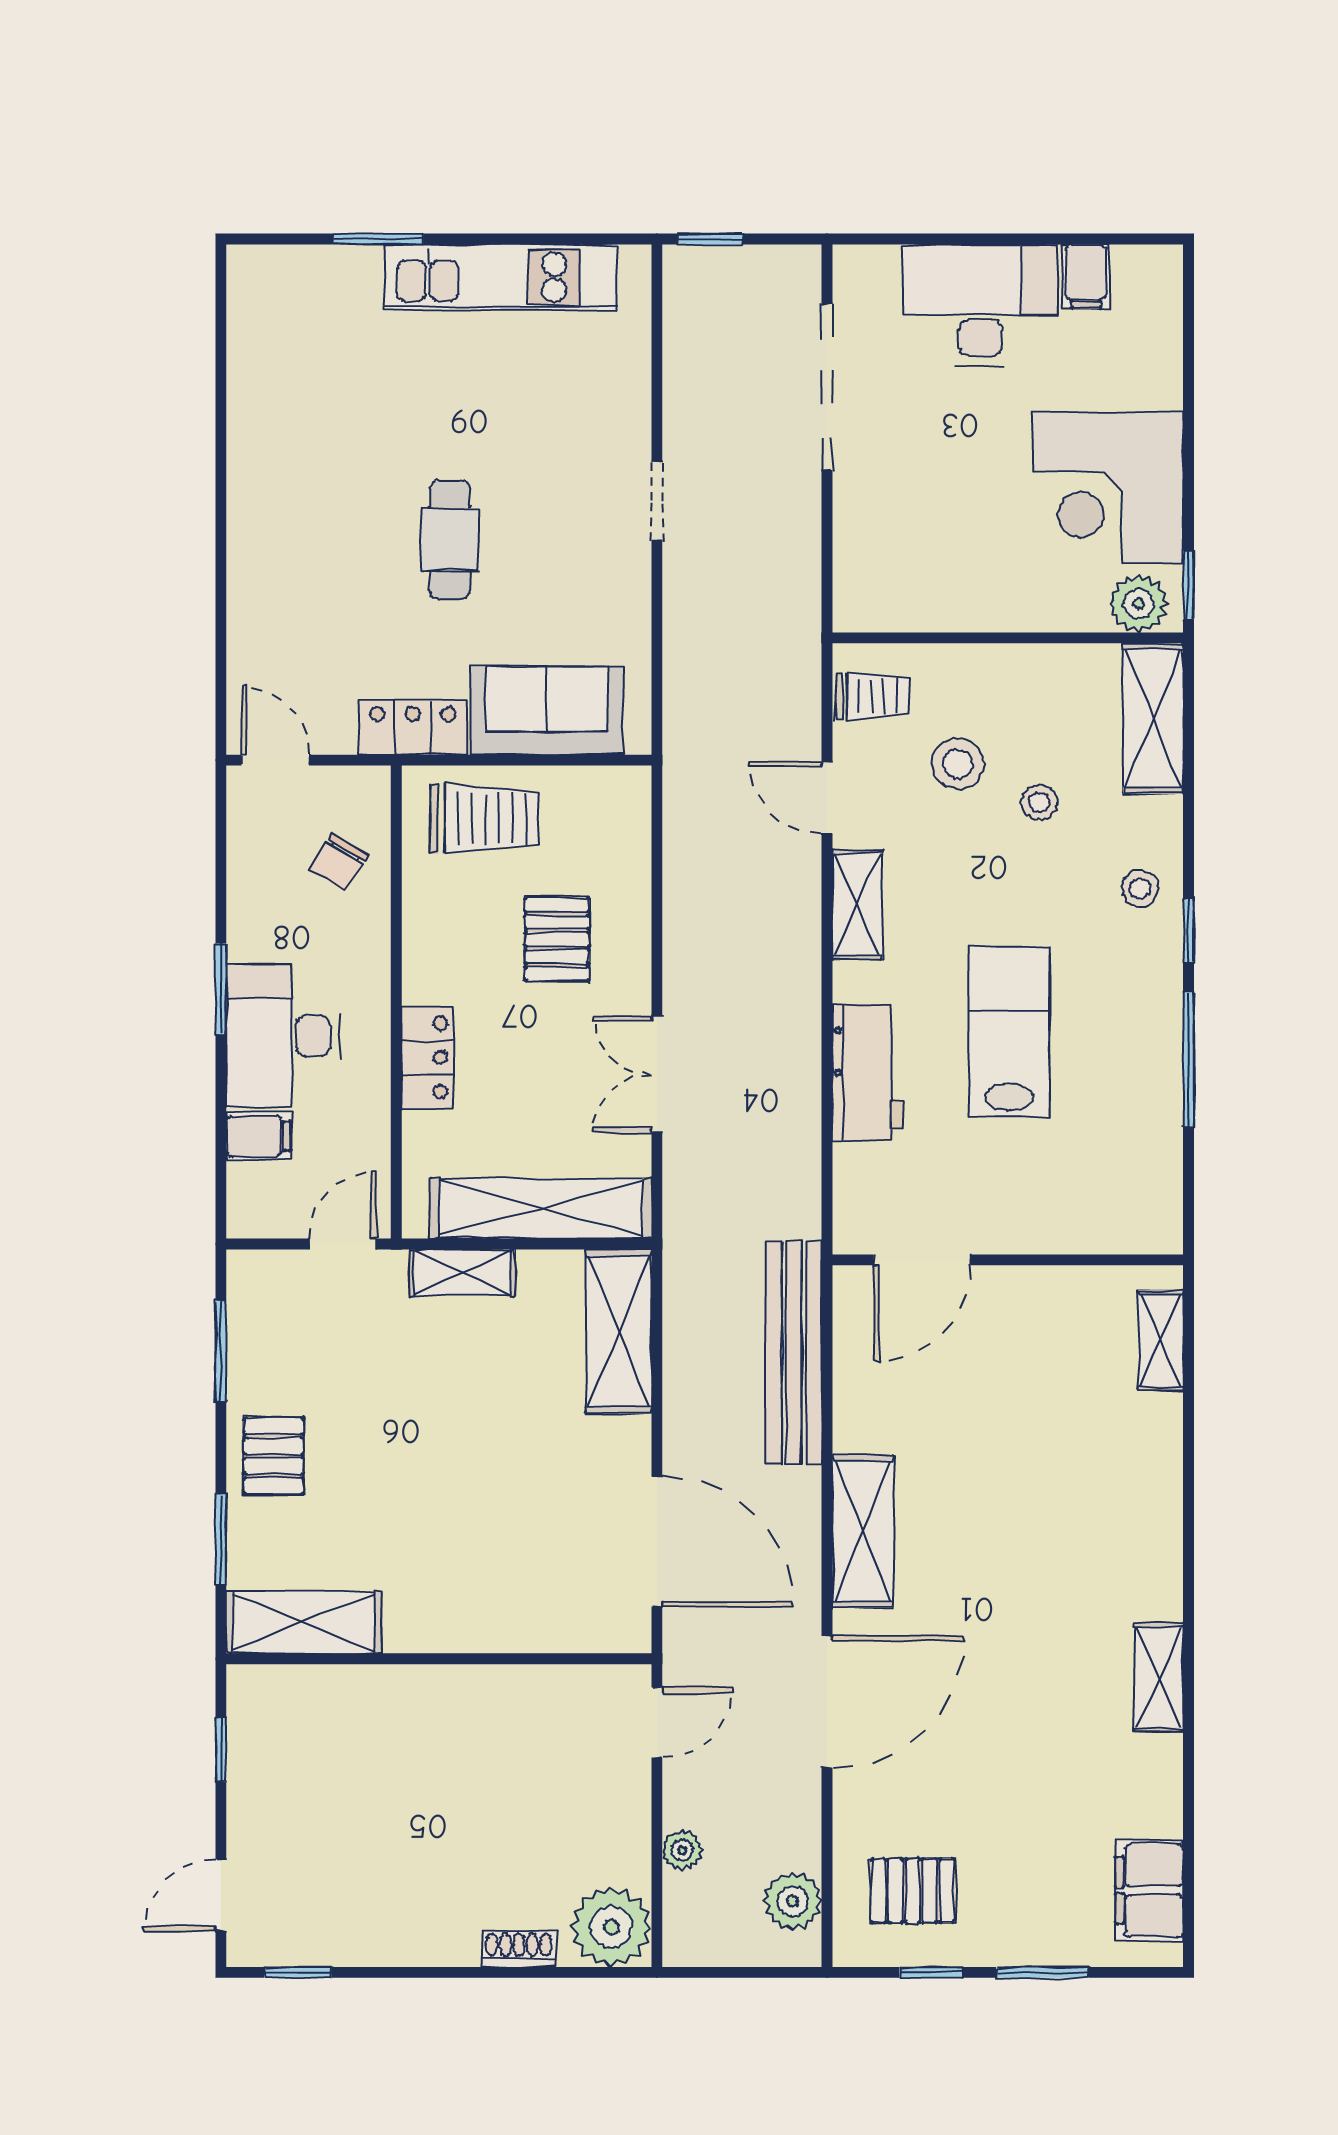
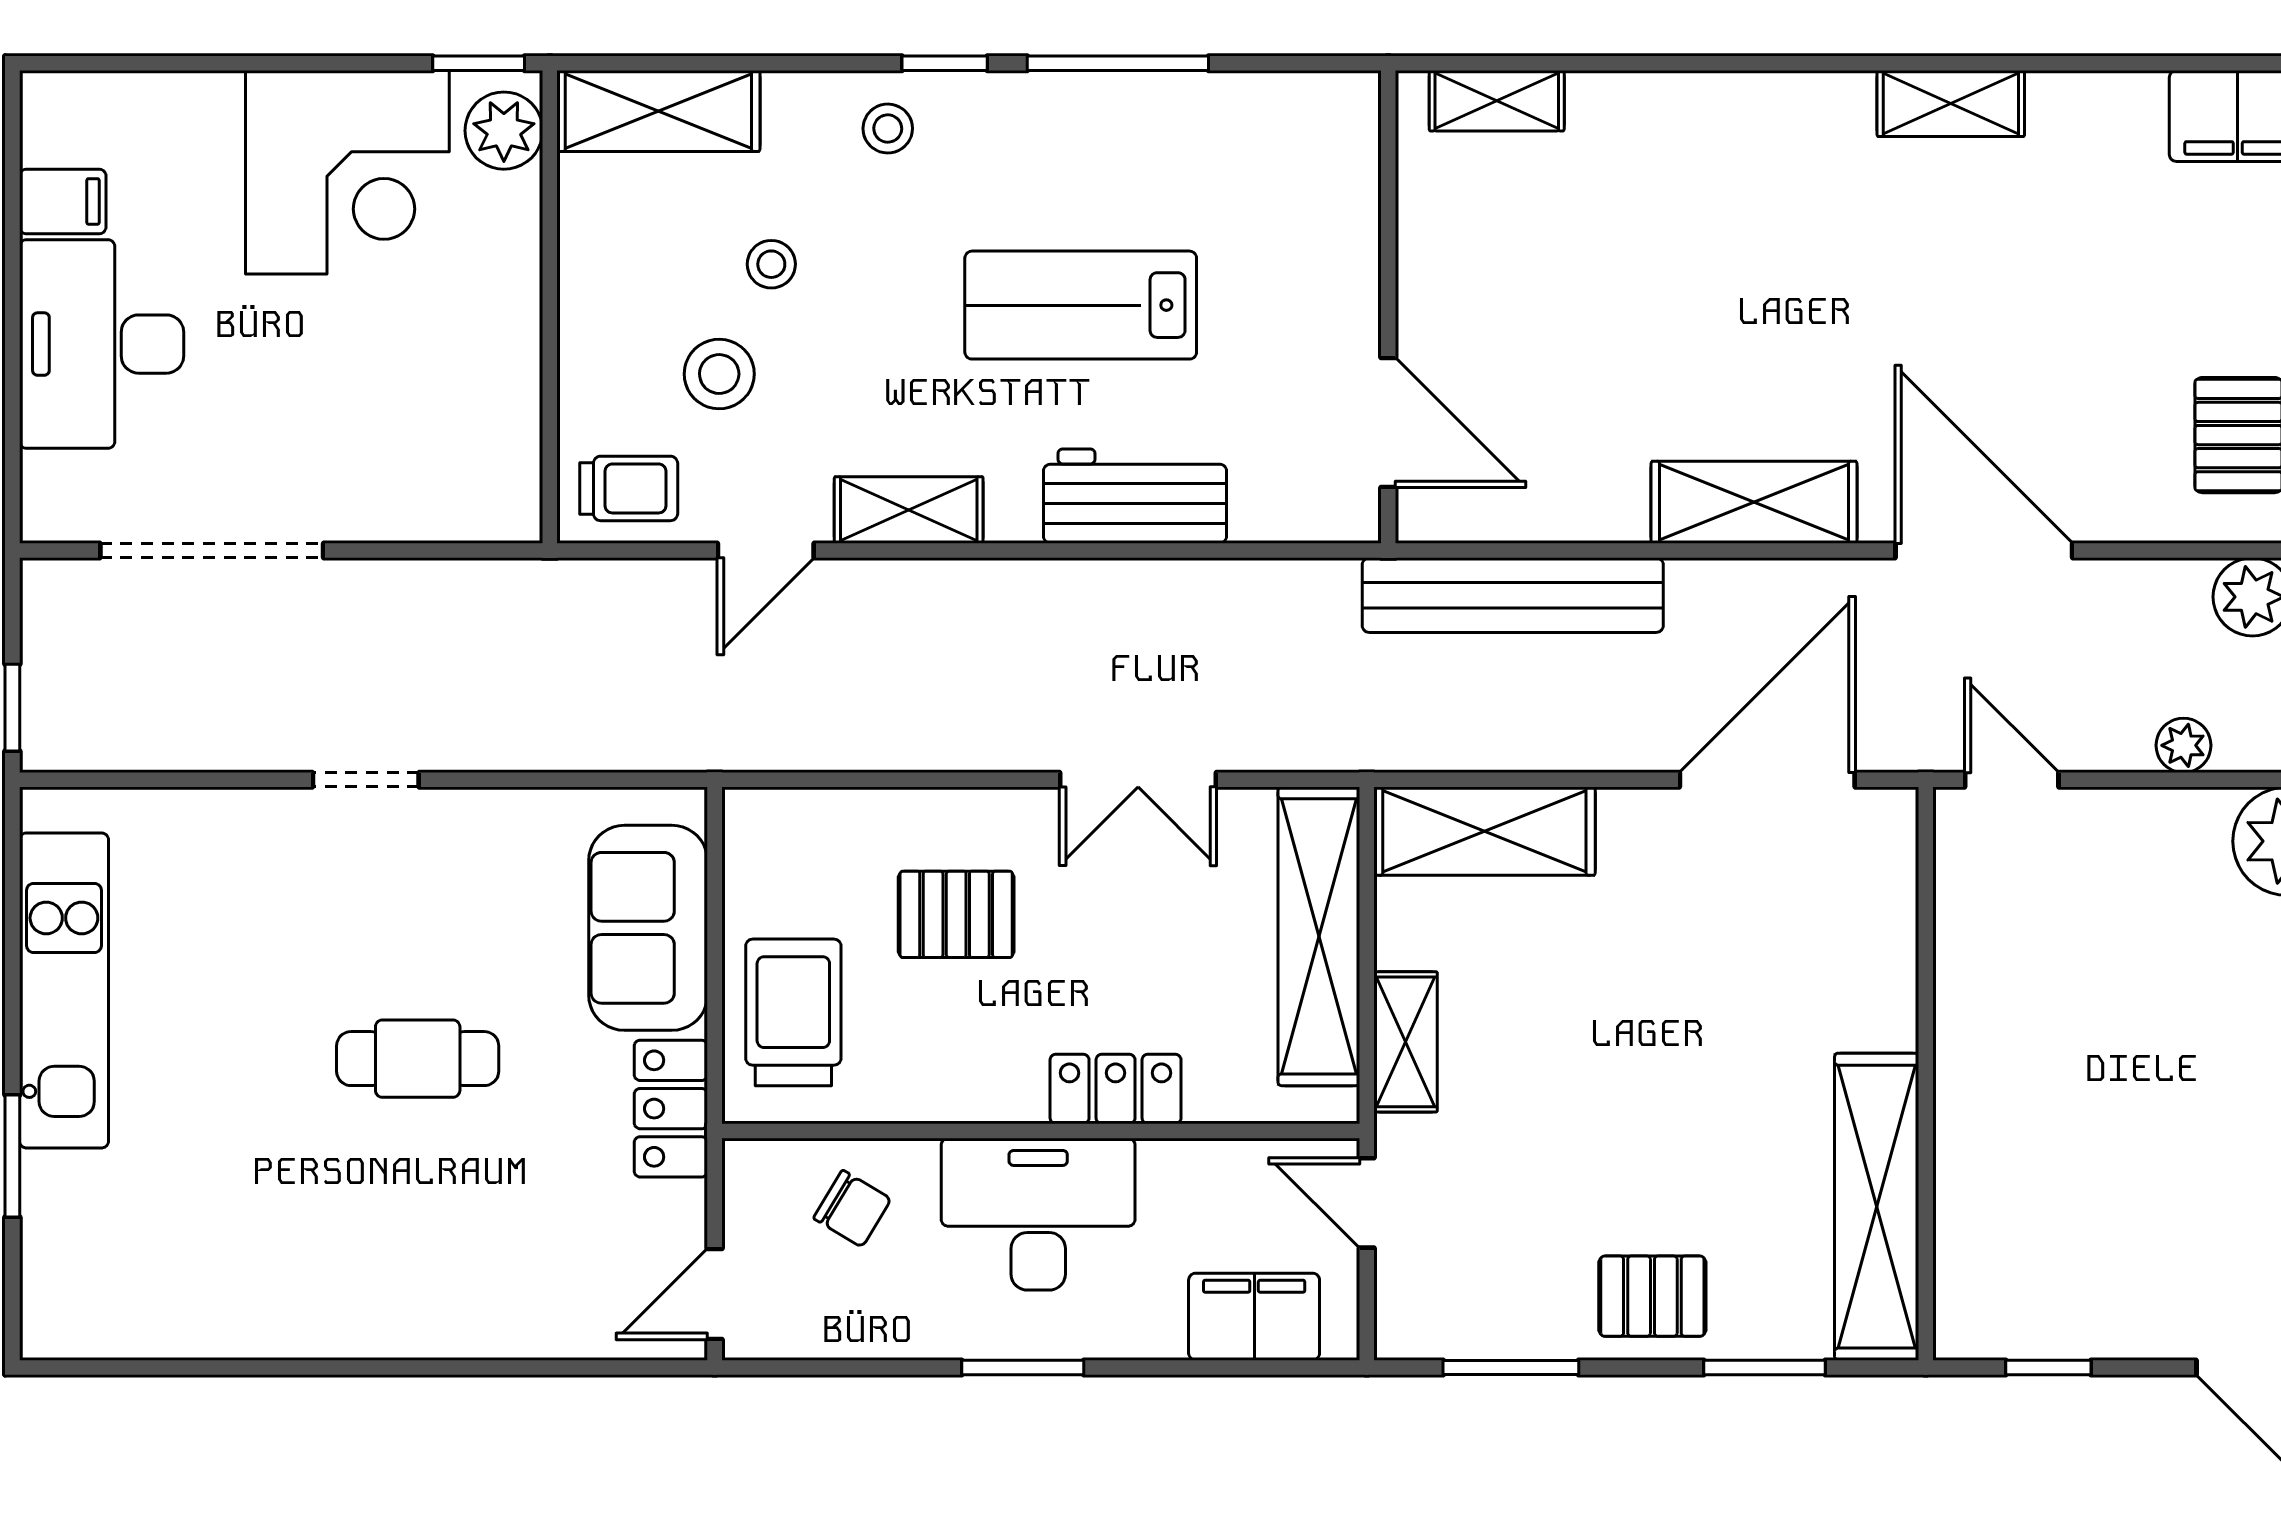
trolley: (873, 696) -> (629, 488), turned 90
desk: (283, 1036) -> (1038, 1214), moved, turned 180
filing cabinet: (258, 1136) -> (1254, 1317), width x2.00
shelving: (304, 1622) -> (1877, 1207), width x1.47

